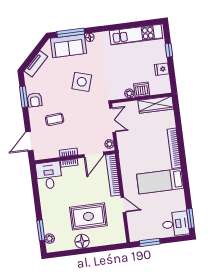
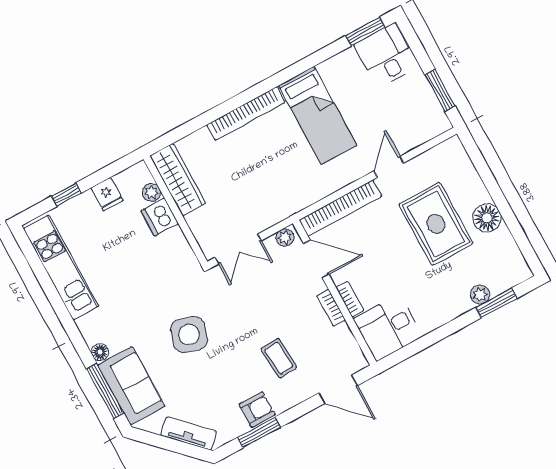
plant: (129, 93) -> (151, 192), moved
double door: (113, 120) -> (238, 249), swing flipped
plant: (50, 239) -> (480, 295), moved

